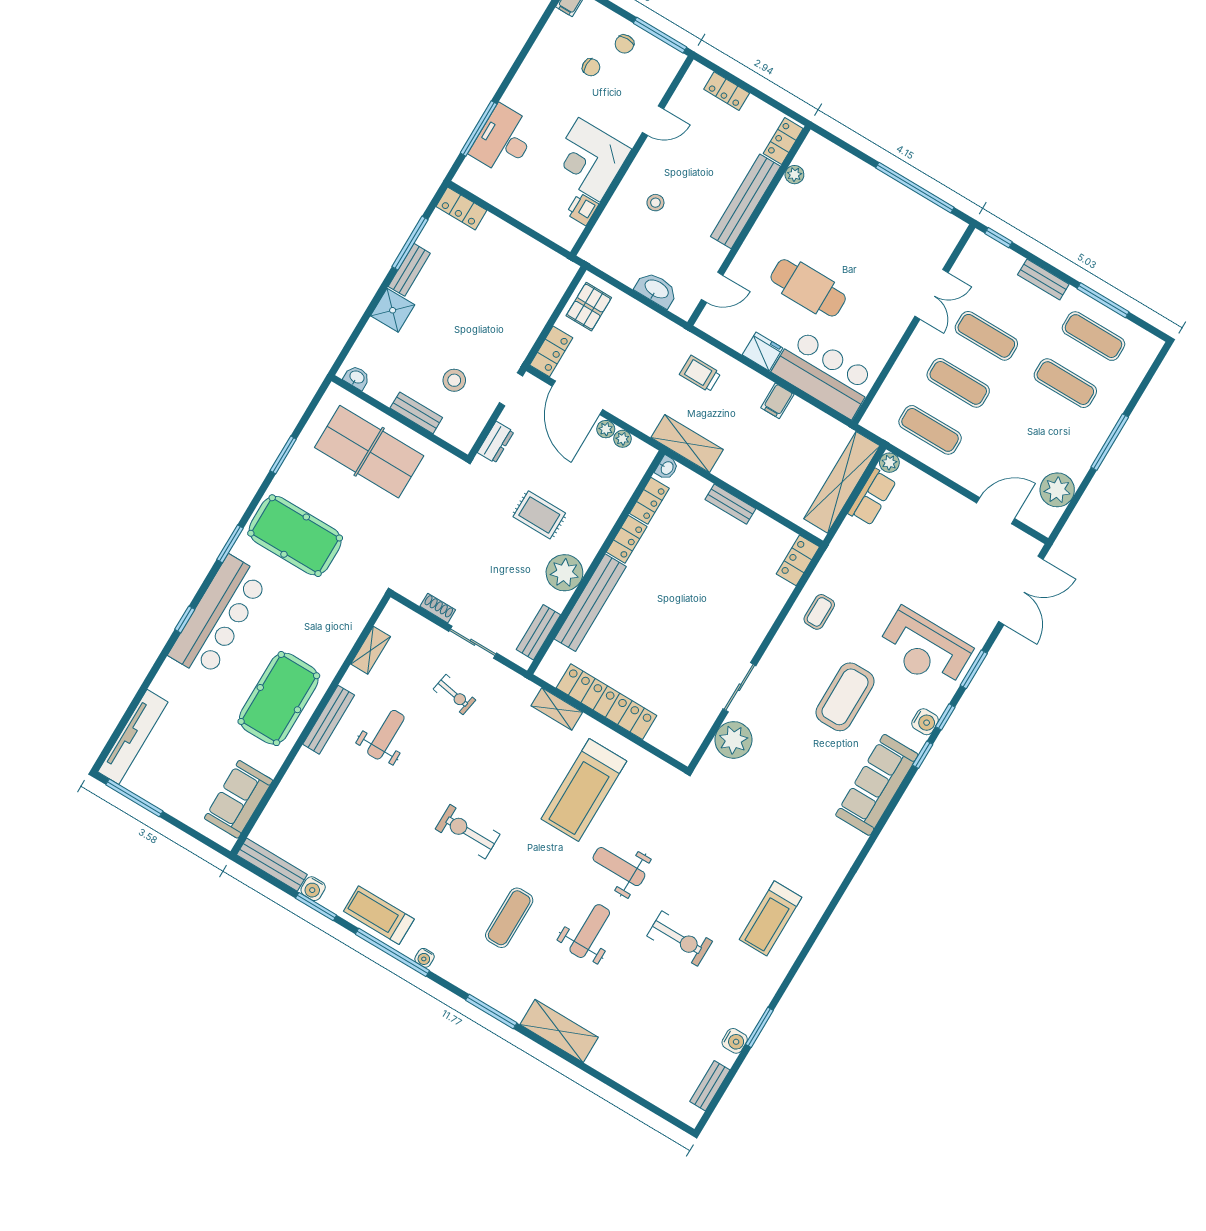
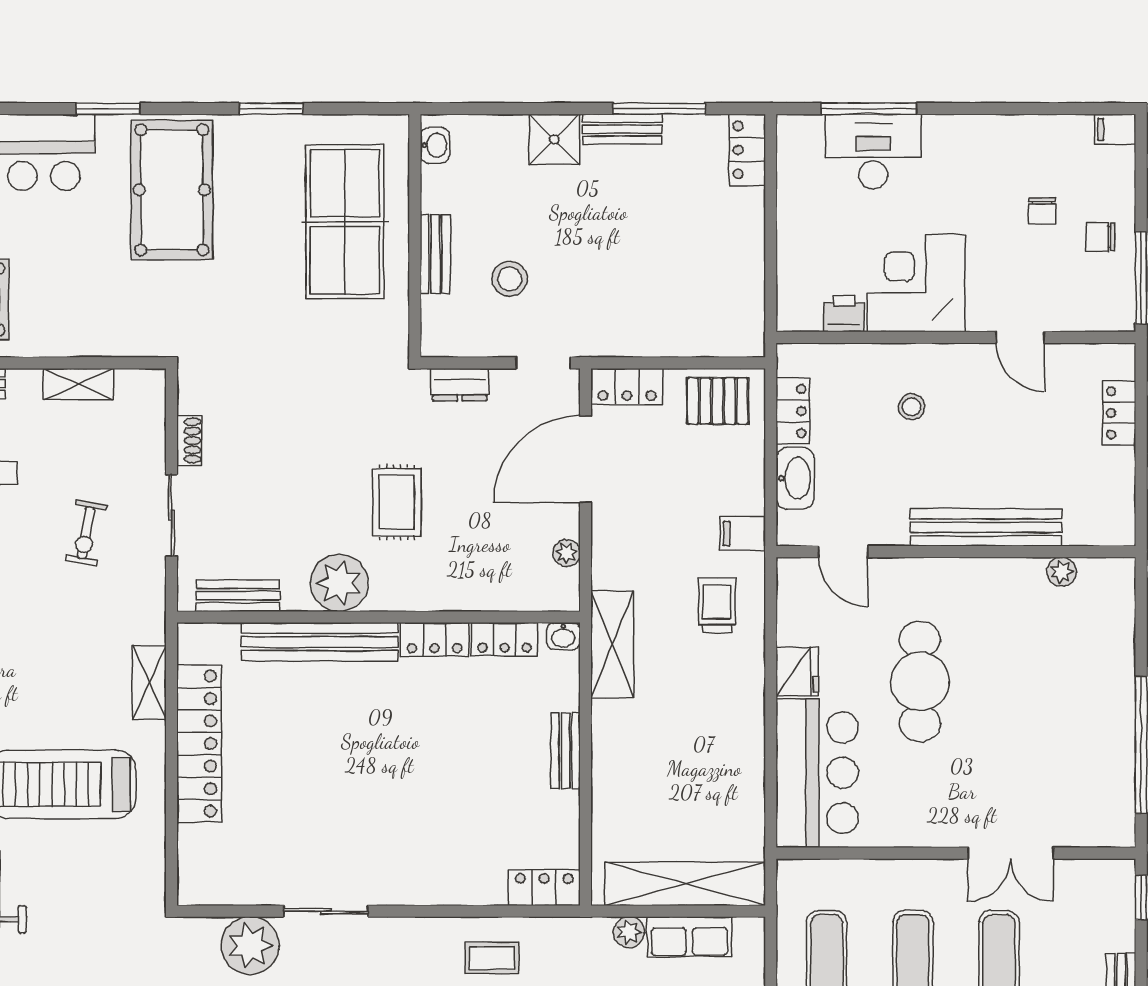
locker: (783, 141) -> (793, 411), moved, turned 90
filing cabinet: (777, 401) -> (743, 533), moved
plant: (606, 429) -> (566, 523), removed
plant: (889, 463) -> (629, 932), moved

